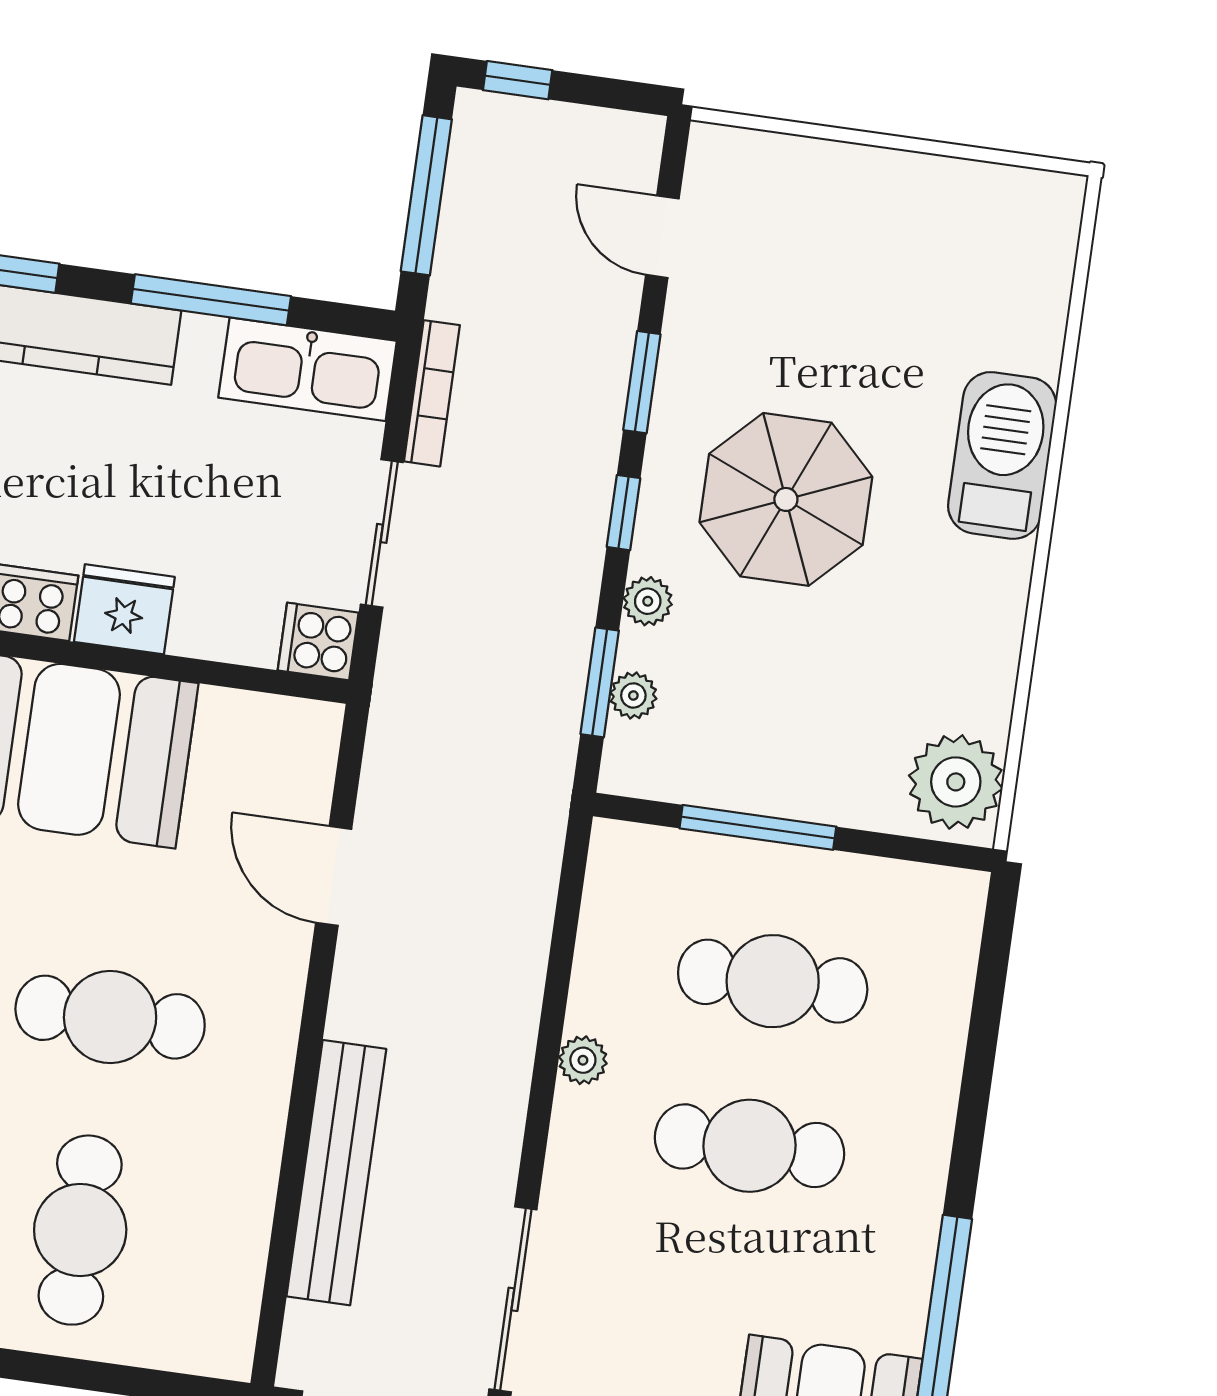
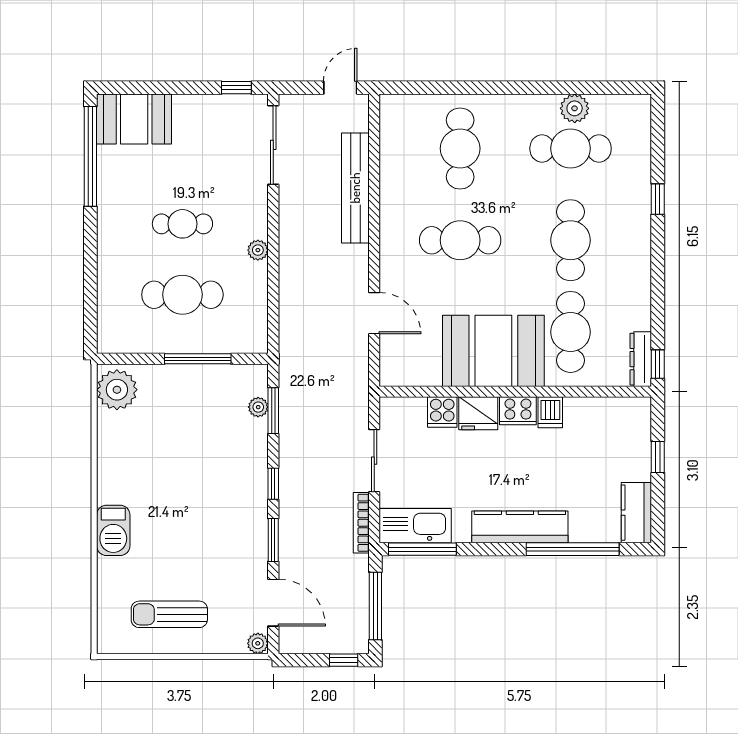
door: (662, 237) -> (273, 603), width x1.38
sun lounger: (908, 243) -> (169, 614), added
window: (211, 300) -> (422, 549), moved
barbecue: (1002, 455) -> (113, 530), width x0.73, depth x0.83
parasol: (786, 499) -> (205, 499), removed
plant: (648, 601) -> (258, 643), moved
cooker: (318, 642) -> (442, 412), moved, turned 90
cafe table: (749, 1146) -> (182, 224), width x0.73, depth x0.74

